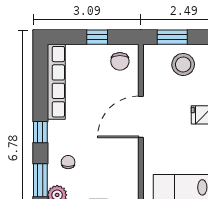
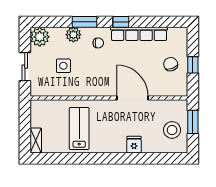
chair: (120, 61) -> (171, 64), moved, turned 70
row of seats: (56, 82) -> (139, 34), moved

